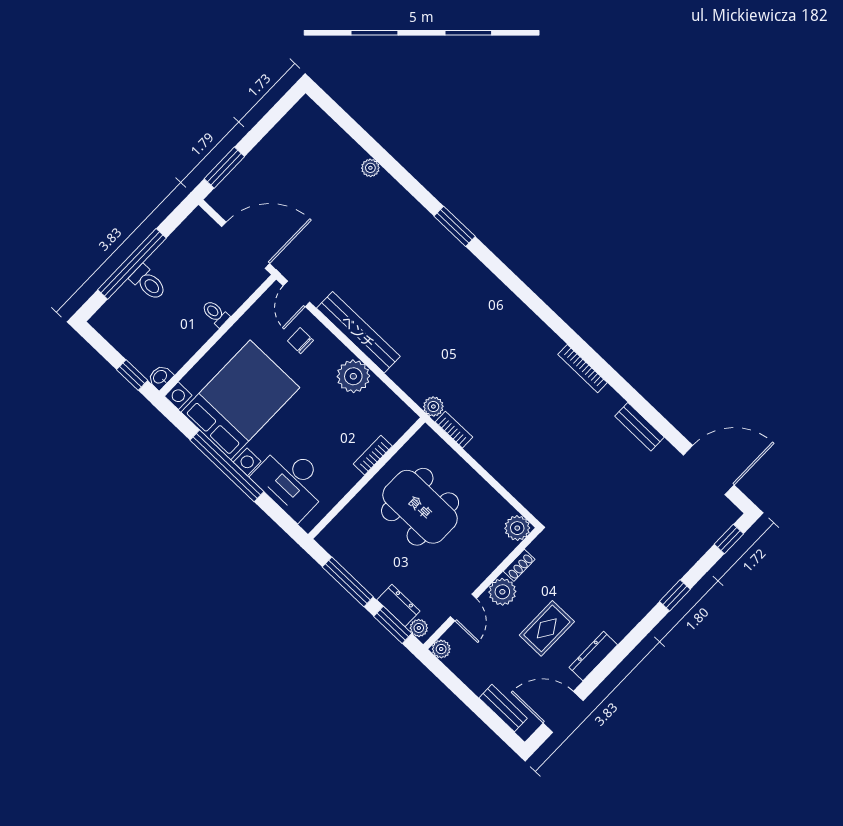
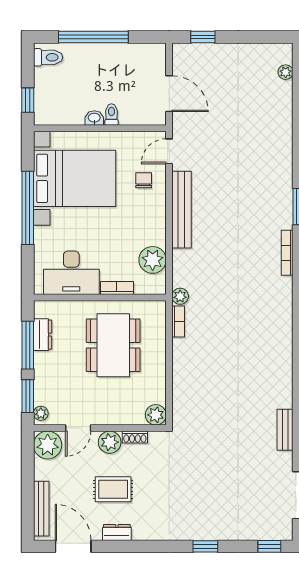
window: (224, 168) -> (203, 37), width x0.67
plant: (370, 168) -> (286, 72), moved
door: (246, 245) -> (169, 94), width x0.73
toilet: (148, 283) -> (48, 57), moved, turned -90
bookcase: (583, 369) -> (287, 253), moved
plant: (353, 376) -> (153, 260), moved
washbasin: (160, 377) -> (94, 118), moved
desk: (292, 481) -> (71, 273), moved, turned -90
dresser: (398, 605) -> (43, 335), moved
plant: (441, 649) -> (48, 445), width x1.88, depth x1.88
dresser: (593, 656) -> (117, 532), width x0.70
bench: (503, 708) -> (41, 509), width x1.36

